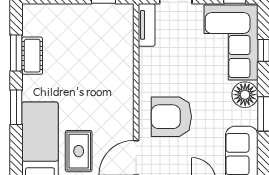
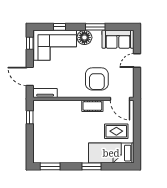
window: (16, 53) -> (50, 166), moved
cot: (32, 56) -> (92, 106), moved

